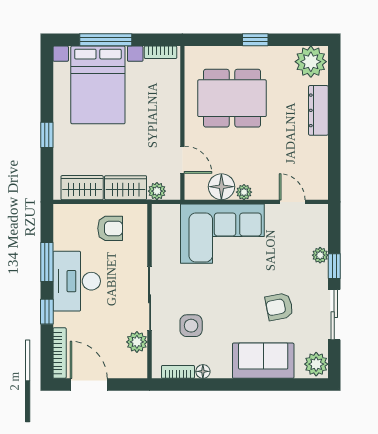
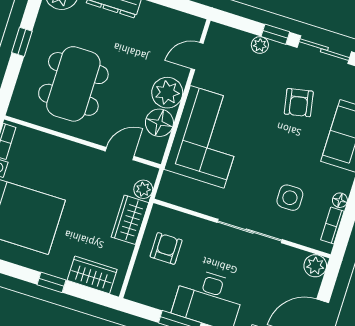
wardrobe: (82, 188) -> (92, 275), moved, turned 90
plant: (244, 192) -> (167, 93), width x1.87, depth x1.87
plant: (137, 342) -> (315, 266), moved

